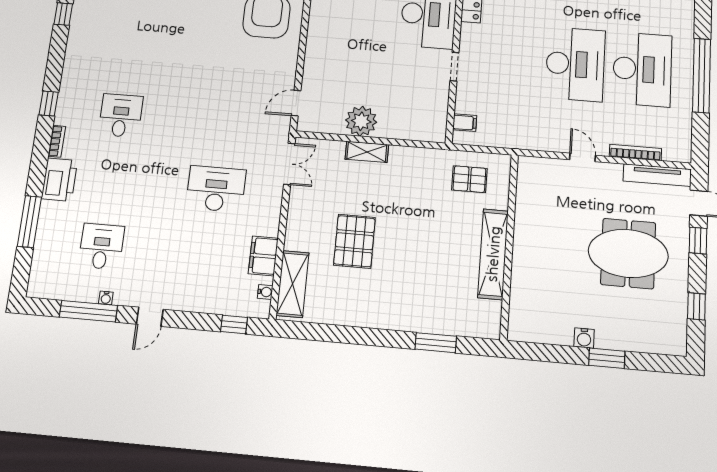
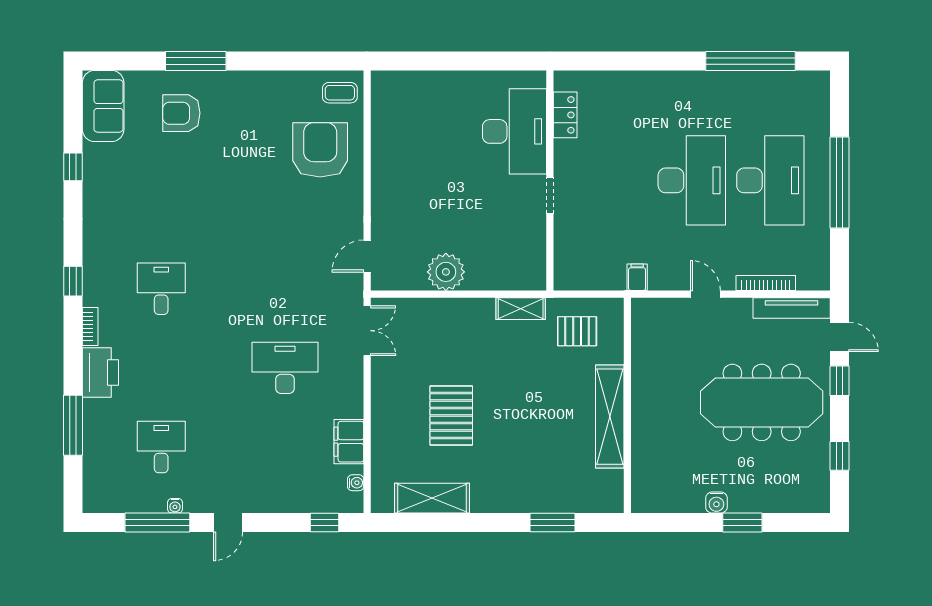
filing cabinet: (465, 123) -> (637, 277), moved, turned -90
shelving: (367, 152) -> (521, 309), moved
meeting table: (628, 253) -> (762, 402), width x1.36
shelving: (293, 284) -> (432, 498), moved, turned 90

